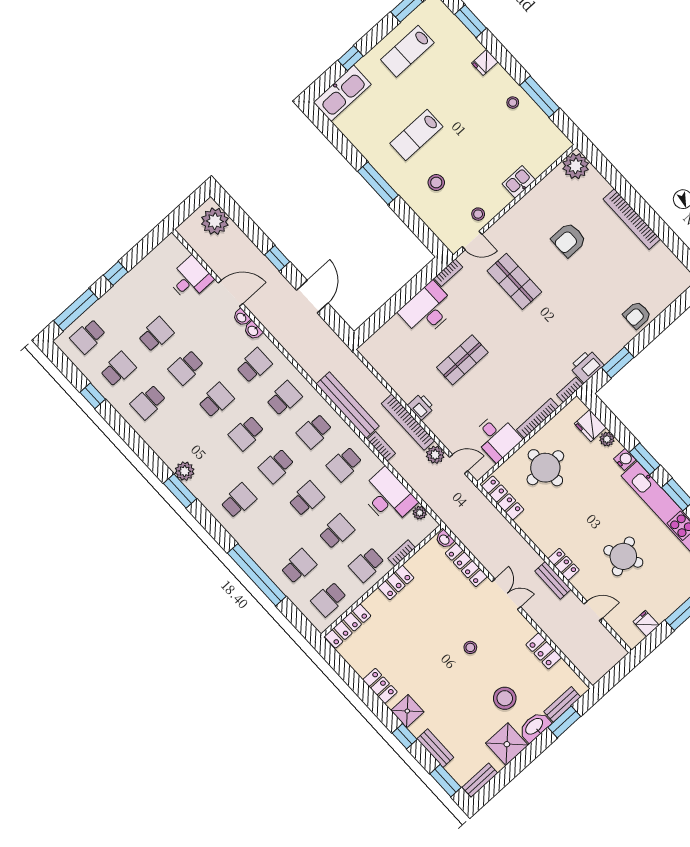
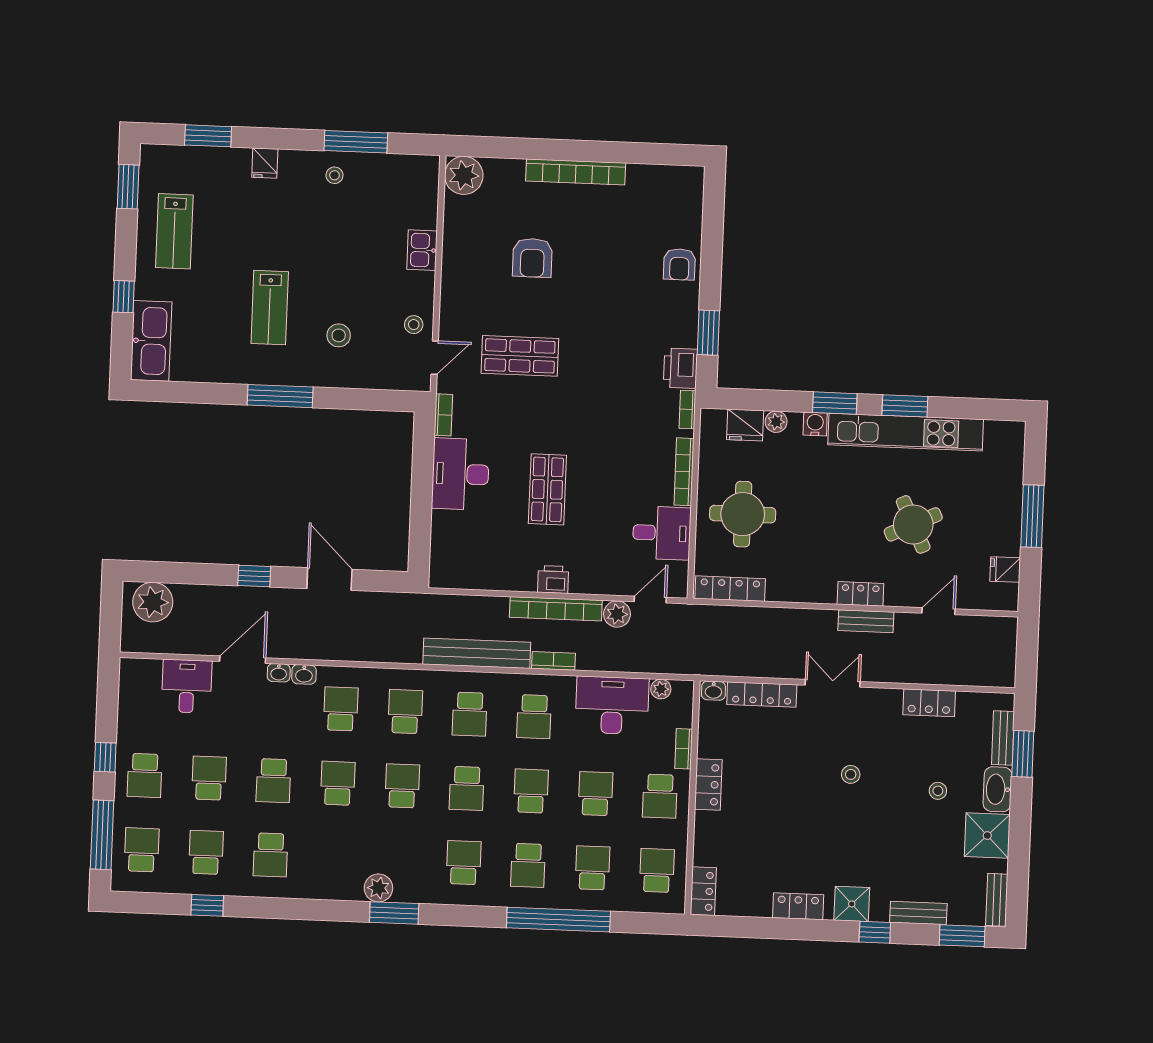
school desk: (126, 302) -> (145, 775), added
school desk: (88, 336) -> (142, 850), turned 180
school desk: (246, 433) -> (402, 786), turned 180
school desk: (269, 533) -> (528, 865), added
school desk: (329, 599) -> (657, 870), turned 180
locker: (348, 626) -> (703, 891), width x0.66
stool: (505, 698) -> (938, 791), width x0.53, depth x0.53

